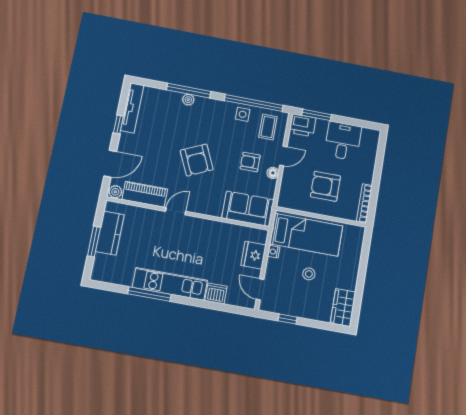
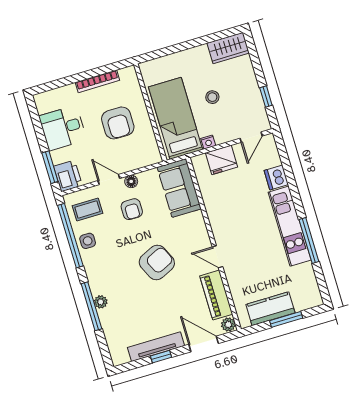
tv unit: (132, 108) -> (156, 347), moved
bookcase: (364, 203) -> (97, 81), moved

